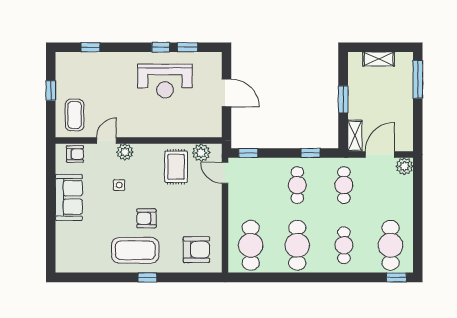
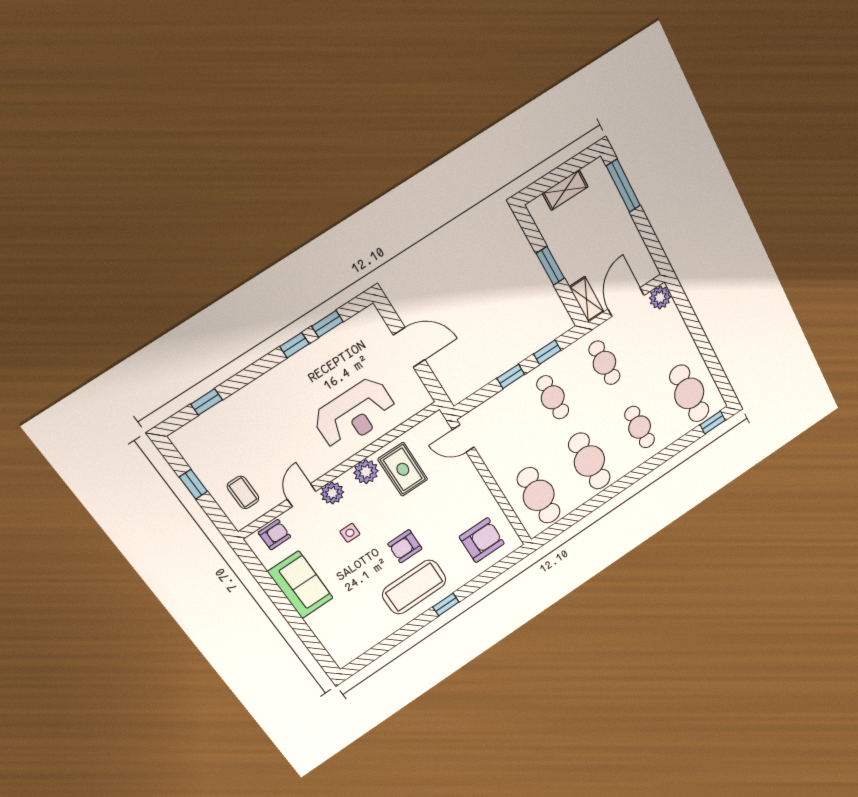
reception desk: (165, 81) -> (355, 414), moved
coffee table: (75, 115) -> (243, 492), width x0.73, depth x0.77
plant: (201, 153) -> (366, 472), moved
window: (248, 153) -> (511, 376), moved

